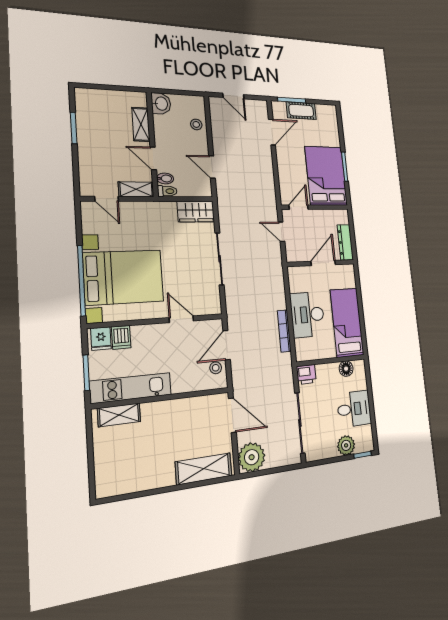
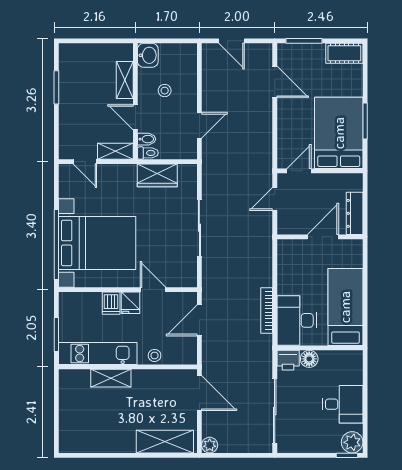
cot: (301, 111) -> (344, 53), moved
stool: (196, 124) -> (165, 91), moved
door: (272, 132) -> (275, 82), hinge flipped
door: (212, 167) -> (199, 125), swing flipped
wardrobe: (196, 212) -> (157, 175), moved
door: (281, 232) -> (275, 199), hinge flipped
desk: (307, 315) -> (297, 320), moved
dishwasher: (121, 337) -> (111, 303), moved
fridge: (101, 339) -> (131, 303), moved
stool: (216, 368) -> (155, 355), moved
floor lamp: (346, 369) -> (309, 359), moved
shelving: (119, 415) -> (111, 378), moved
plant: (346, 445) -> (352, 442), moved
plant: (252, 457) -> (210, 445), width x0.53, depth x0.53

